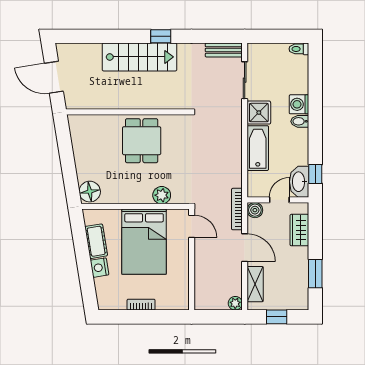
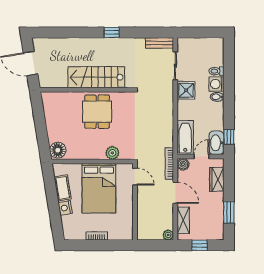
toilet: (299, 49) -> (216, 71), moved
stairs: (140, 57) -> (96, 77), moved, turned 180
bathtub: (258, 148) -> (185, 137), moved

